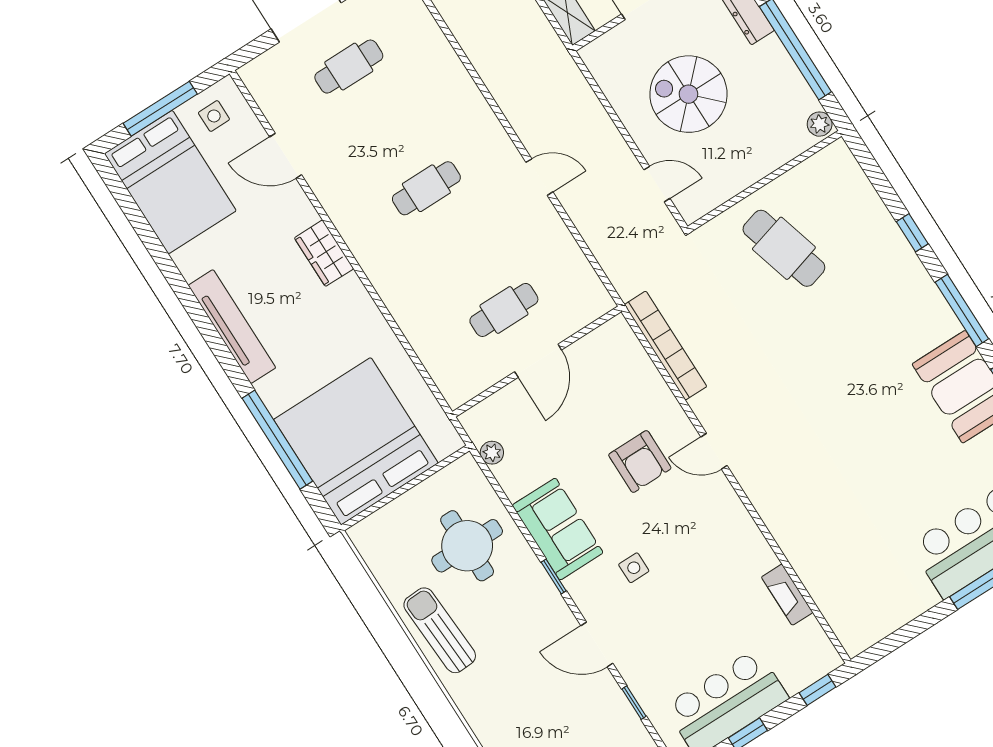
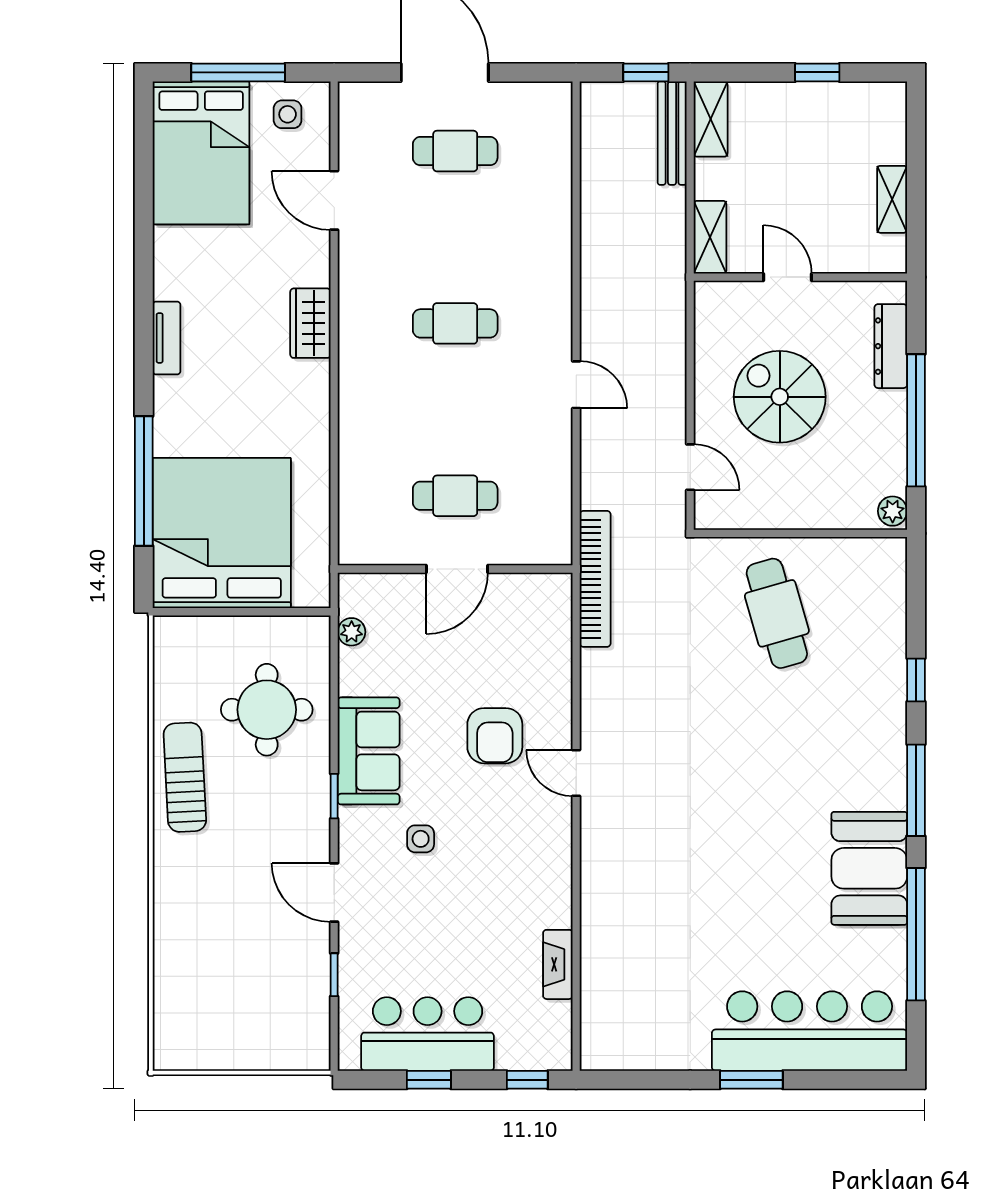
tv unit: (232, 327) -> (167, 338), width x0.52, depth x0.78
bookcase: (666, 346) -> (595, 579), moved

